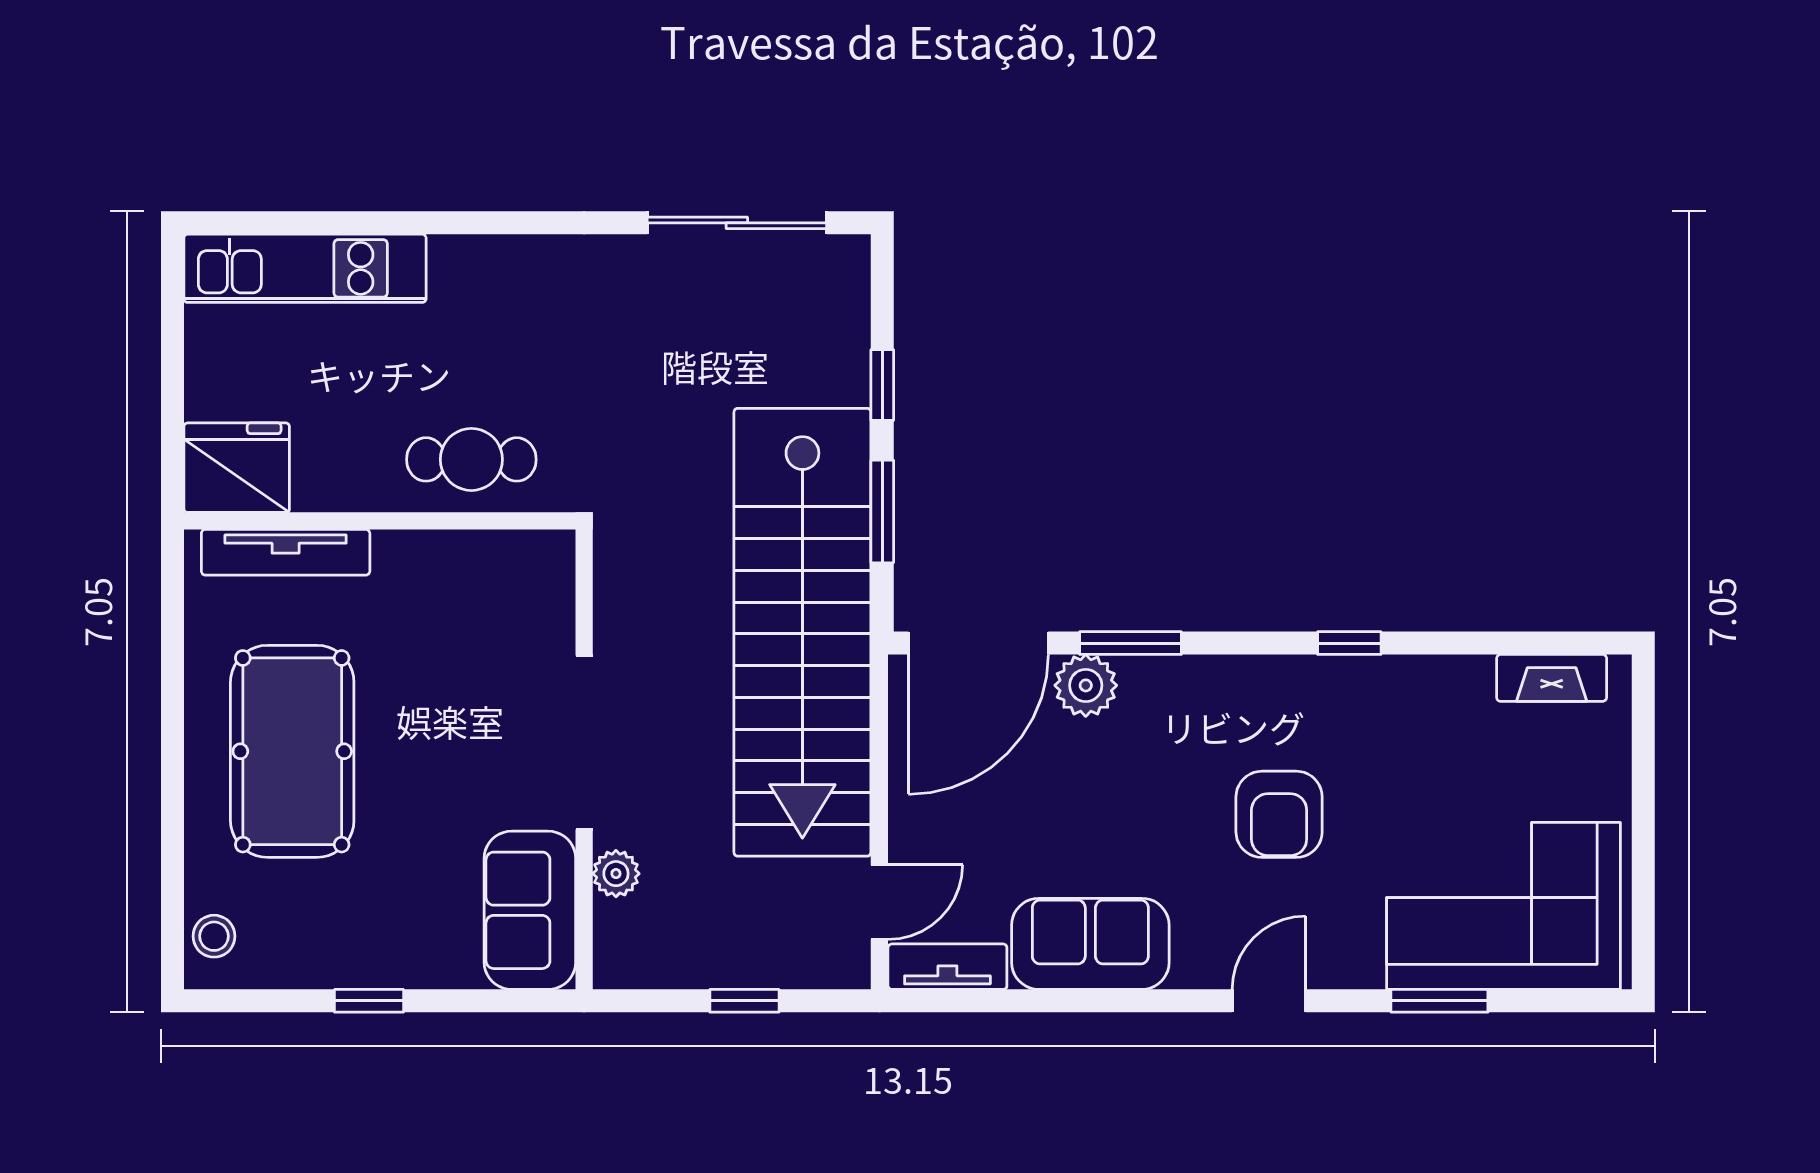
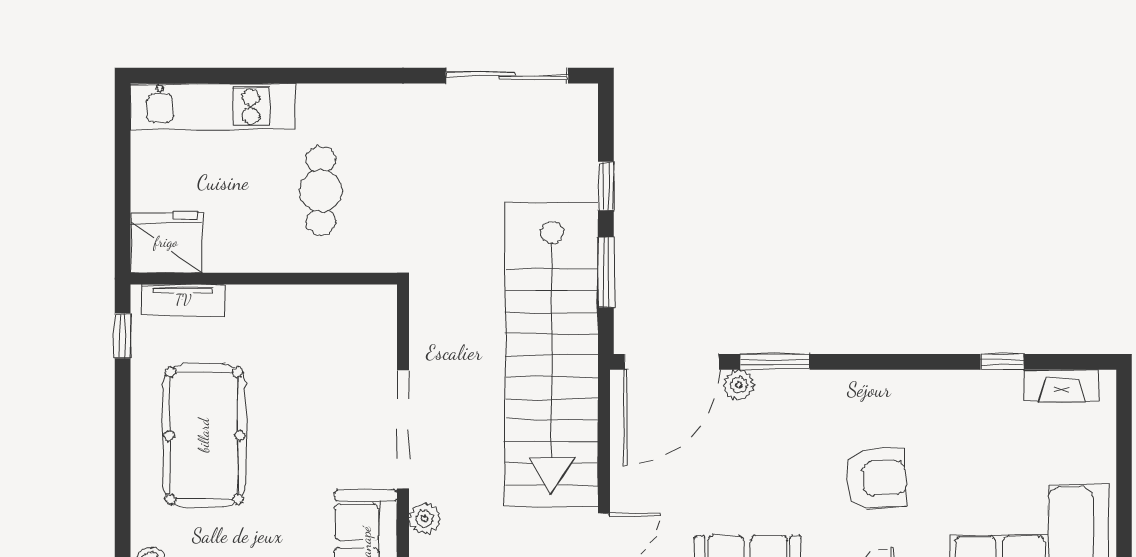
cafe table: (471, 459) -> (321, 191), moved, turned 90
tv unit: (286, 552) -> (183, 300), width x0.71
window: (172, 605) -> (123, 336), added
window: (1349, 643) -> (1002, 362), moved
plant: (1086, 685) -> (739, 385), width x0.73, depth x0.73
armchair: (1279, 814) -> (876, 478), turned -93

